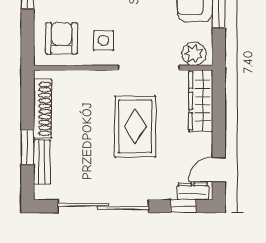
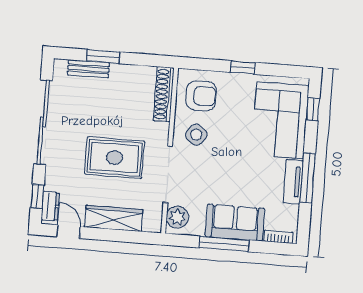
side table: (104, 40) -> (196, 135), turned 36
wardrobe: (201, 101) -> (114, 218), moved
shoe rack: (43, 109) -> (164, 94), moved, turned 90

